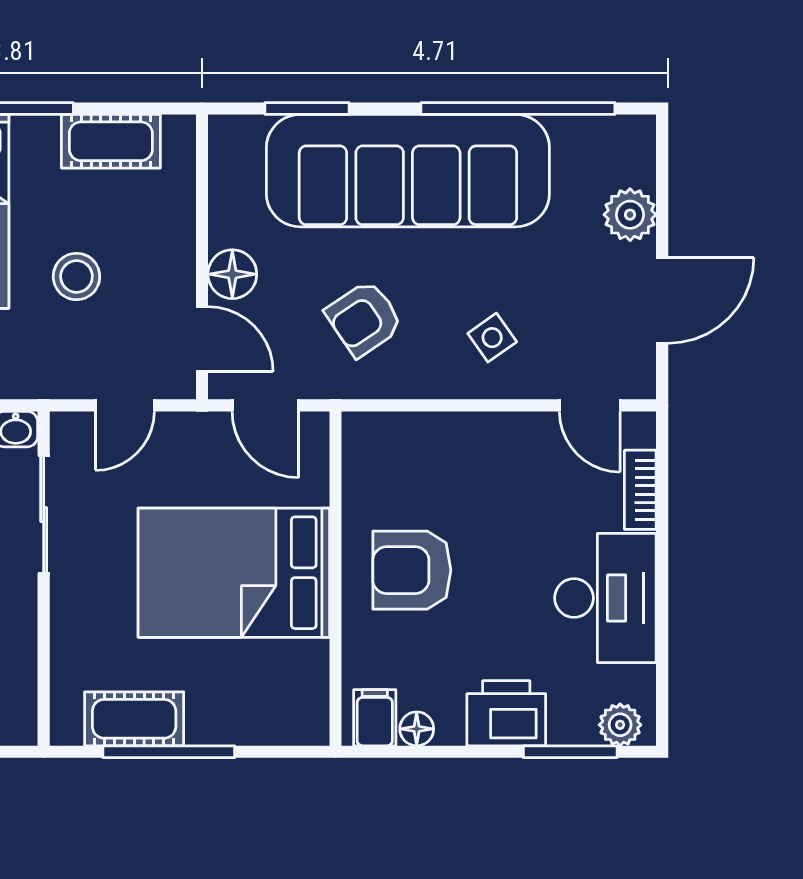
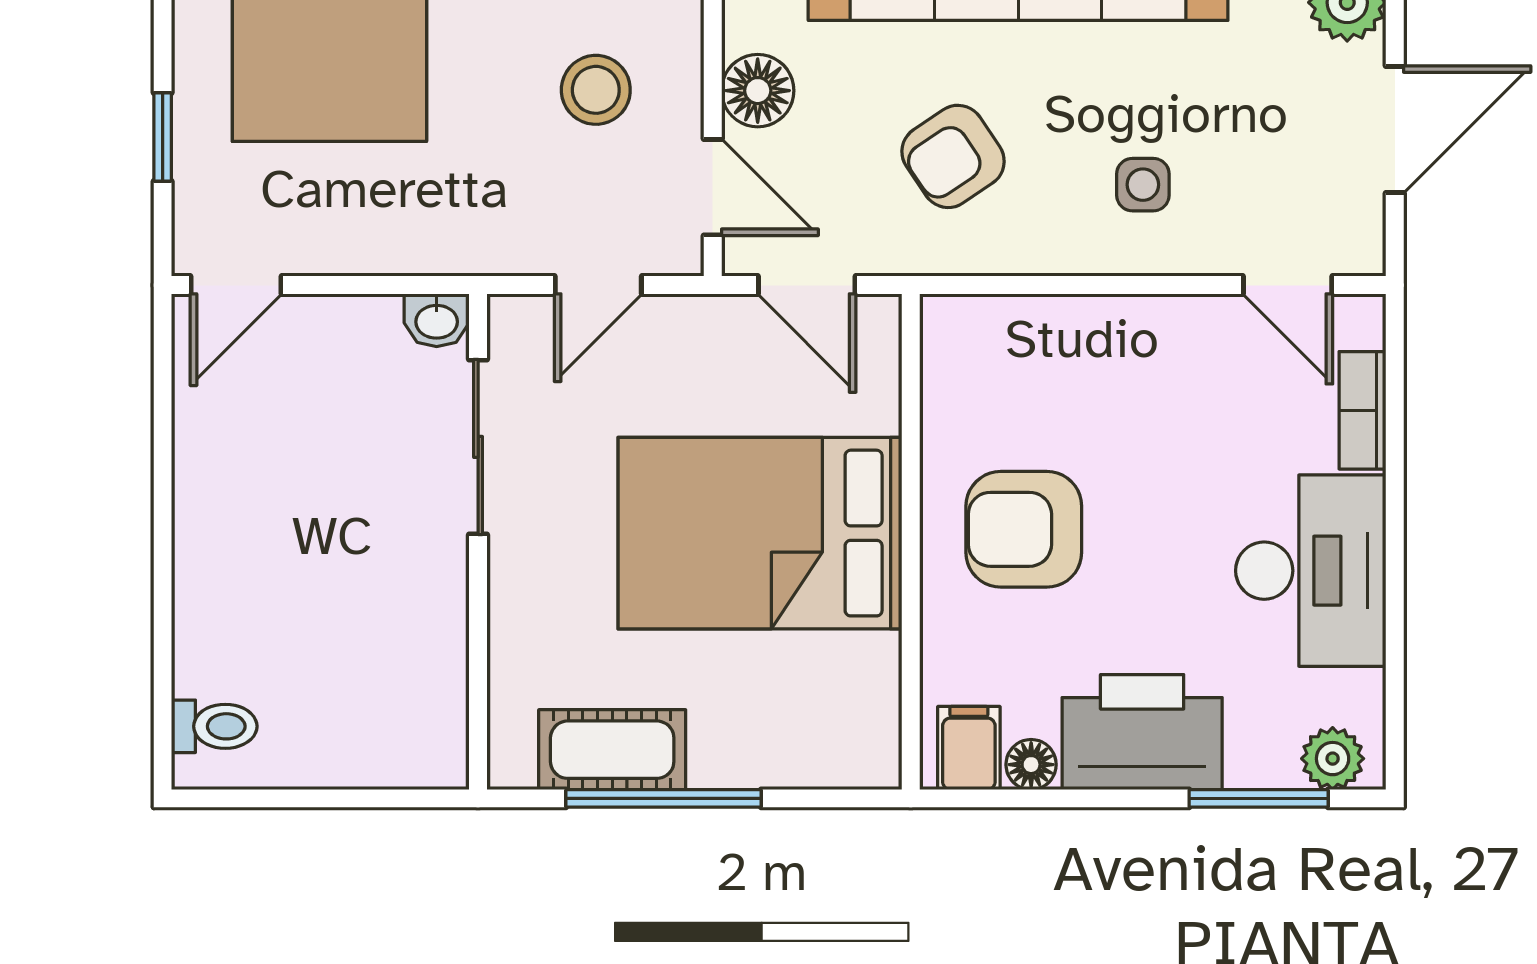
stool: (76, 276) -> (596, 90), moved
side table: (492, 338) -> (1143, 185), turned 35
printer: (506, 713) -> (1142, 732), width x1.37, depth x1.19

